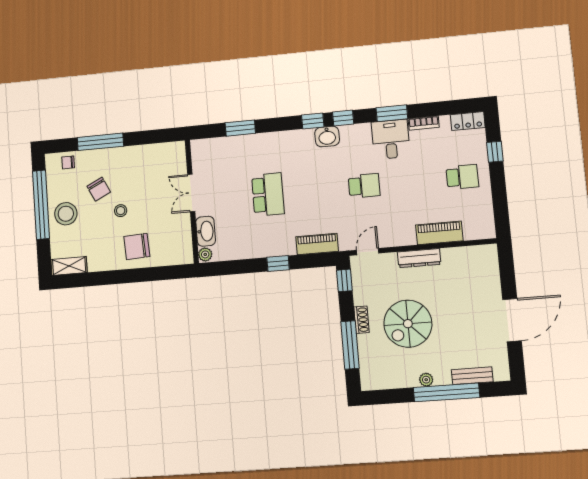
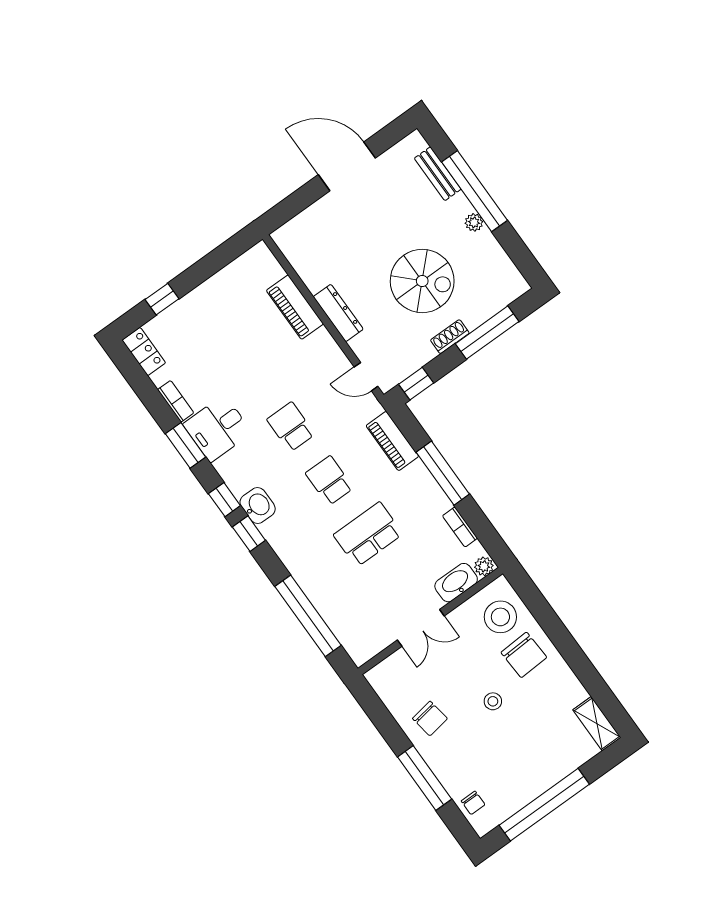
window: (240, 128) -> (308, 616), width x2.11
school desk: (462, 177) -> (329, 481), moved
chair: (99, 189) -> (430, 718), moved, turned 107
stool: (66, 214) -> (500, 617), moved
bookcase: (238, 254) -> (460, 527), added
window: (278, 264) -> (443, 473), width x2.17

